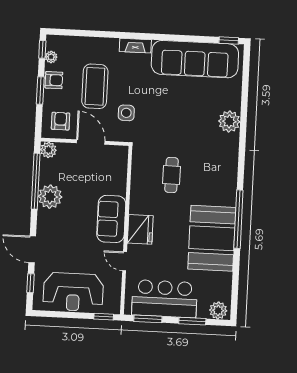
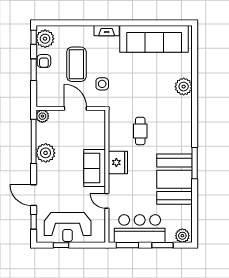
window: (229, 40) -> (180, 23), removed
plant: (51, 57) -> (45, 39), width x1.88, depth x1.88
armchair: (54, 80) -> (44, 61), turned 90
armchair: (61, 121) -> (51, 93), removed
window: (238, 219) -> (195, 163), width x0.68
fridge: (140, 229) -> (118, 163), moved
window: (104, 317) -> (61, 245), moved

